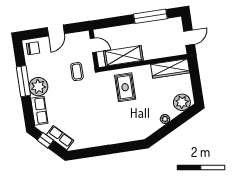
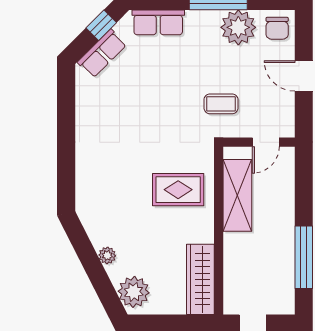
plant: (38, 87) -> (238, 27), moved

